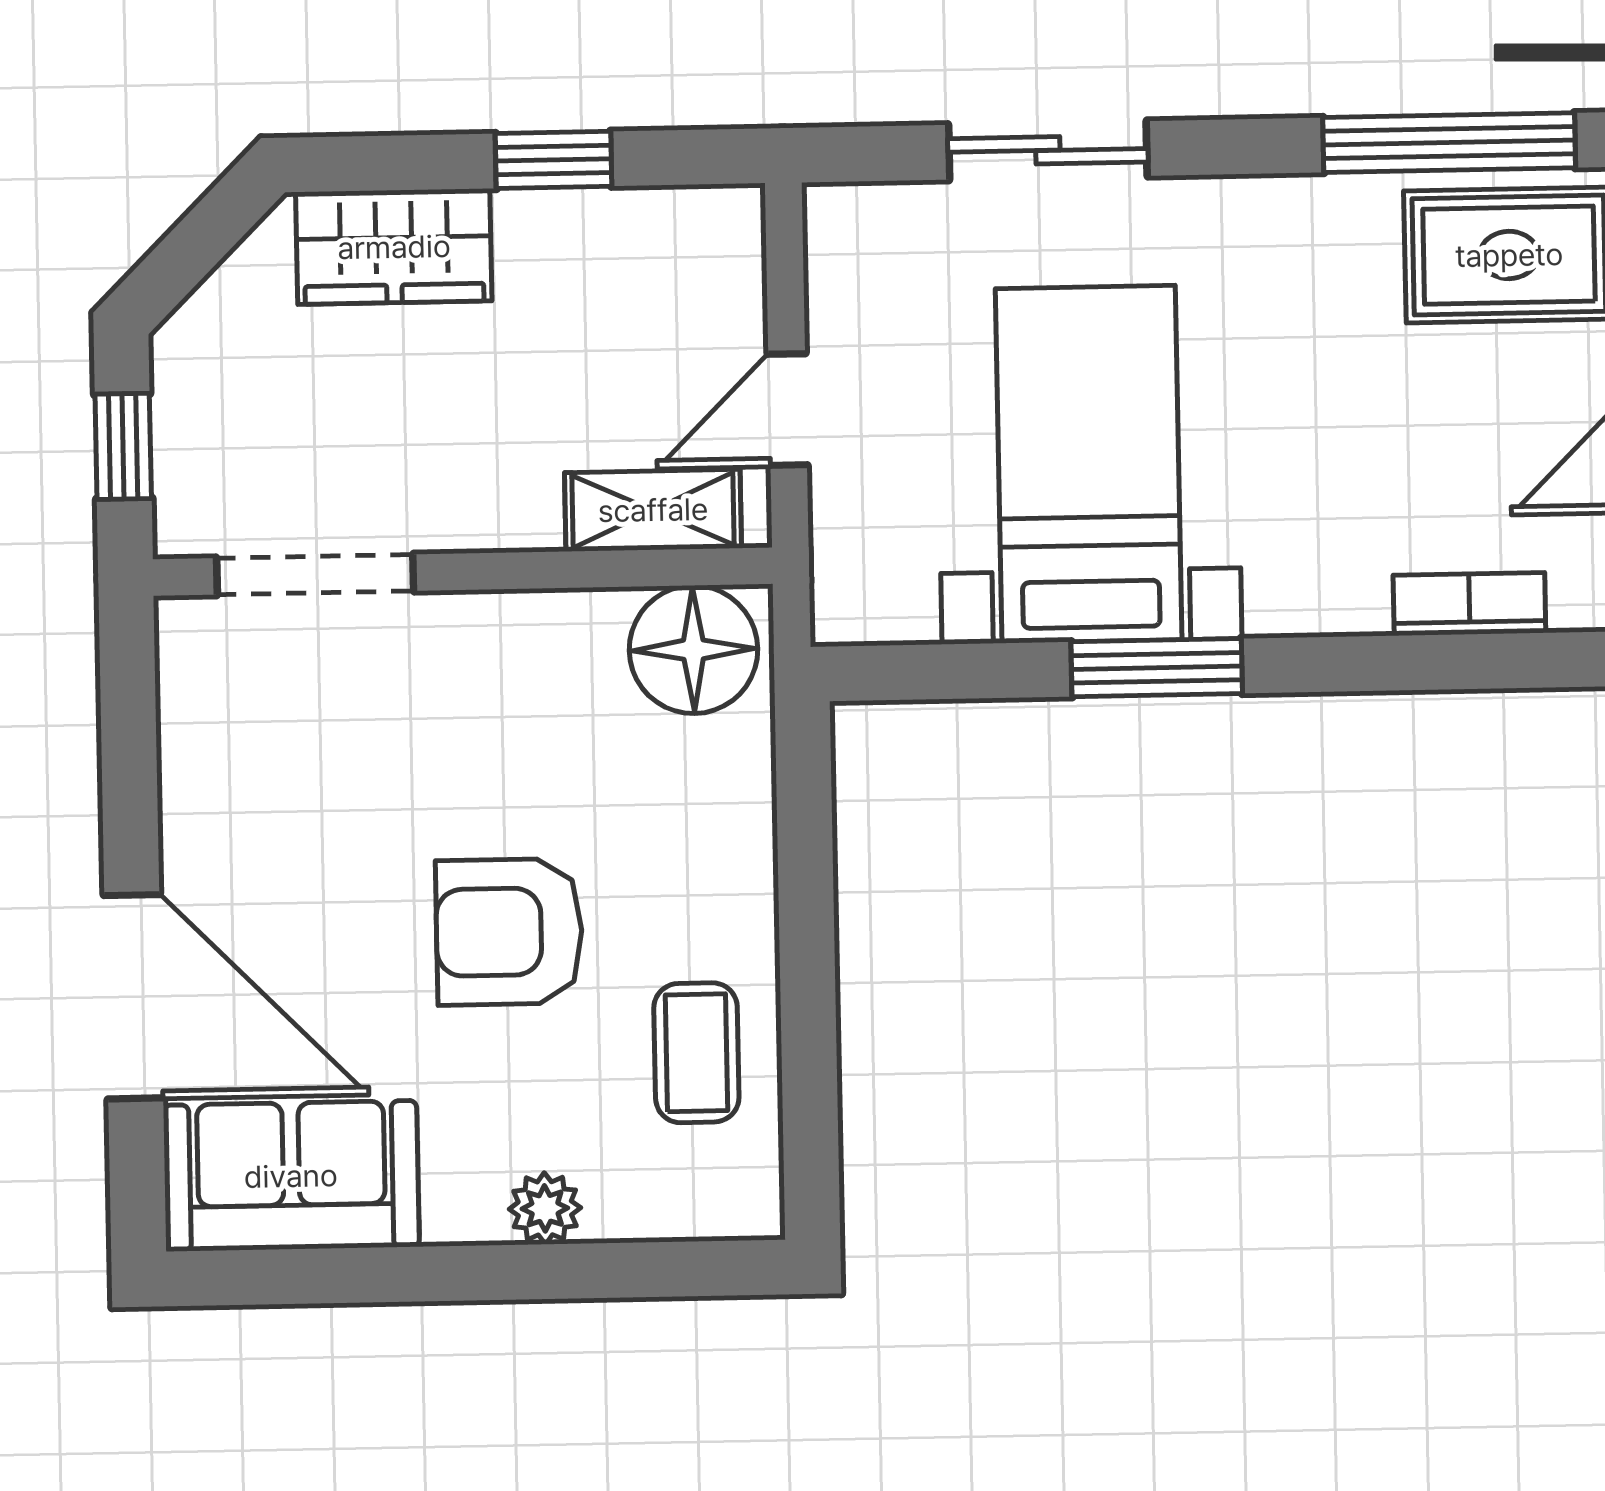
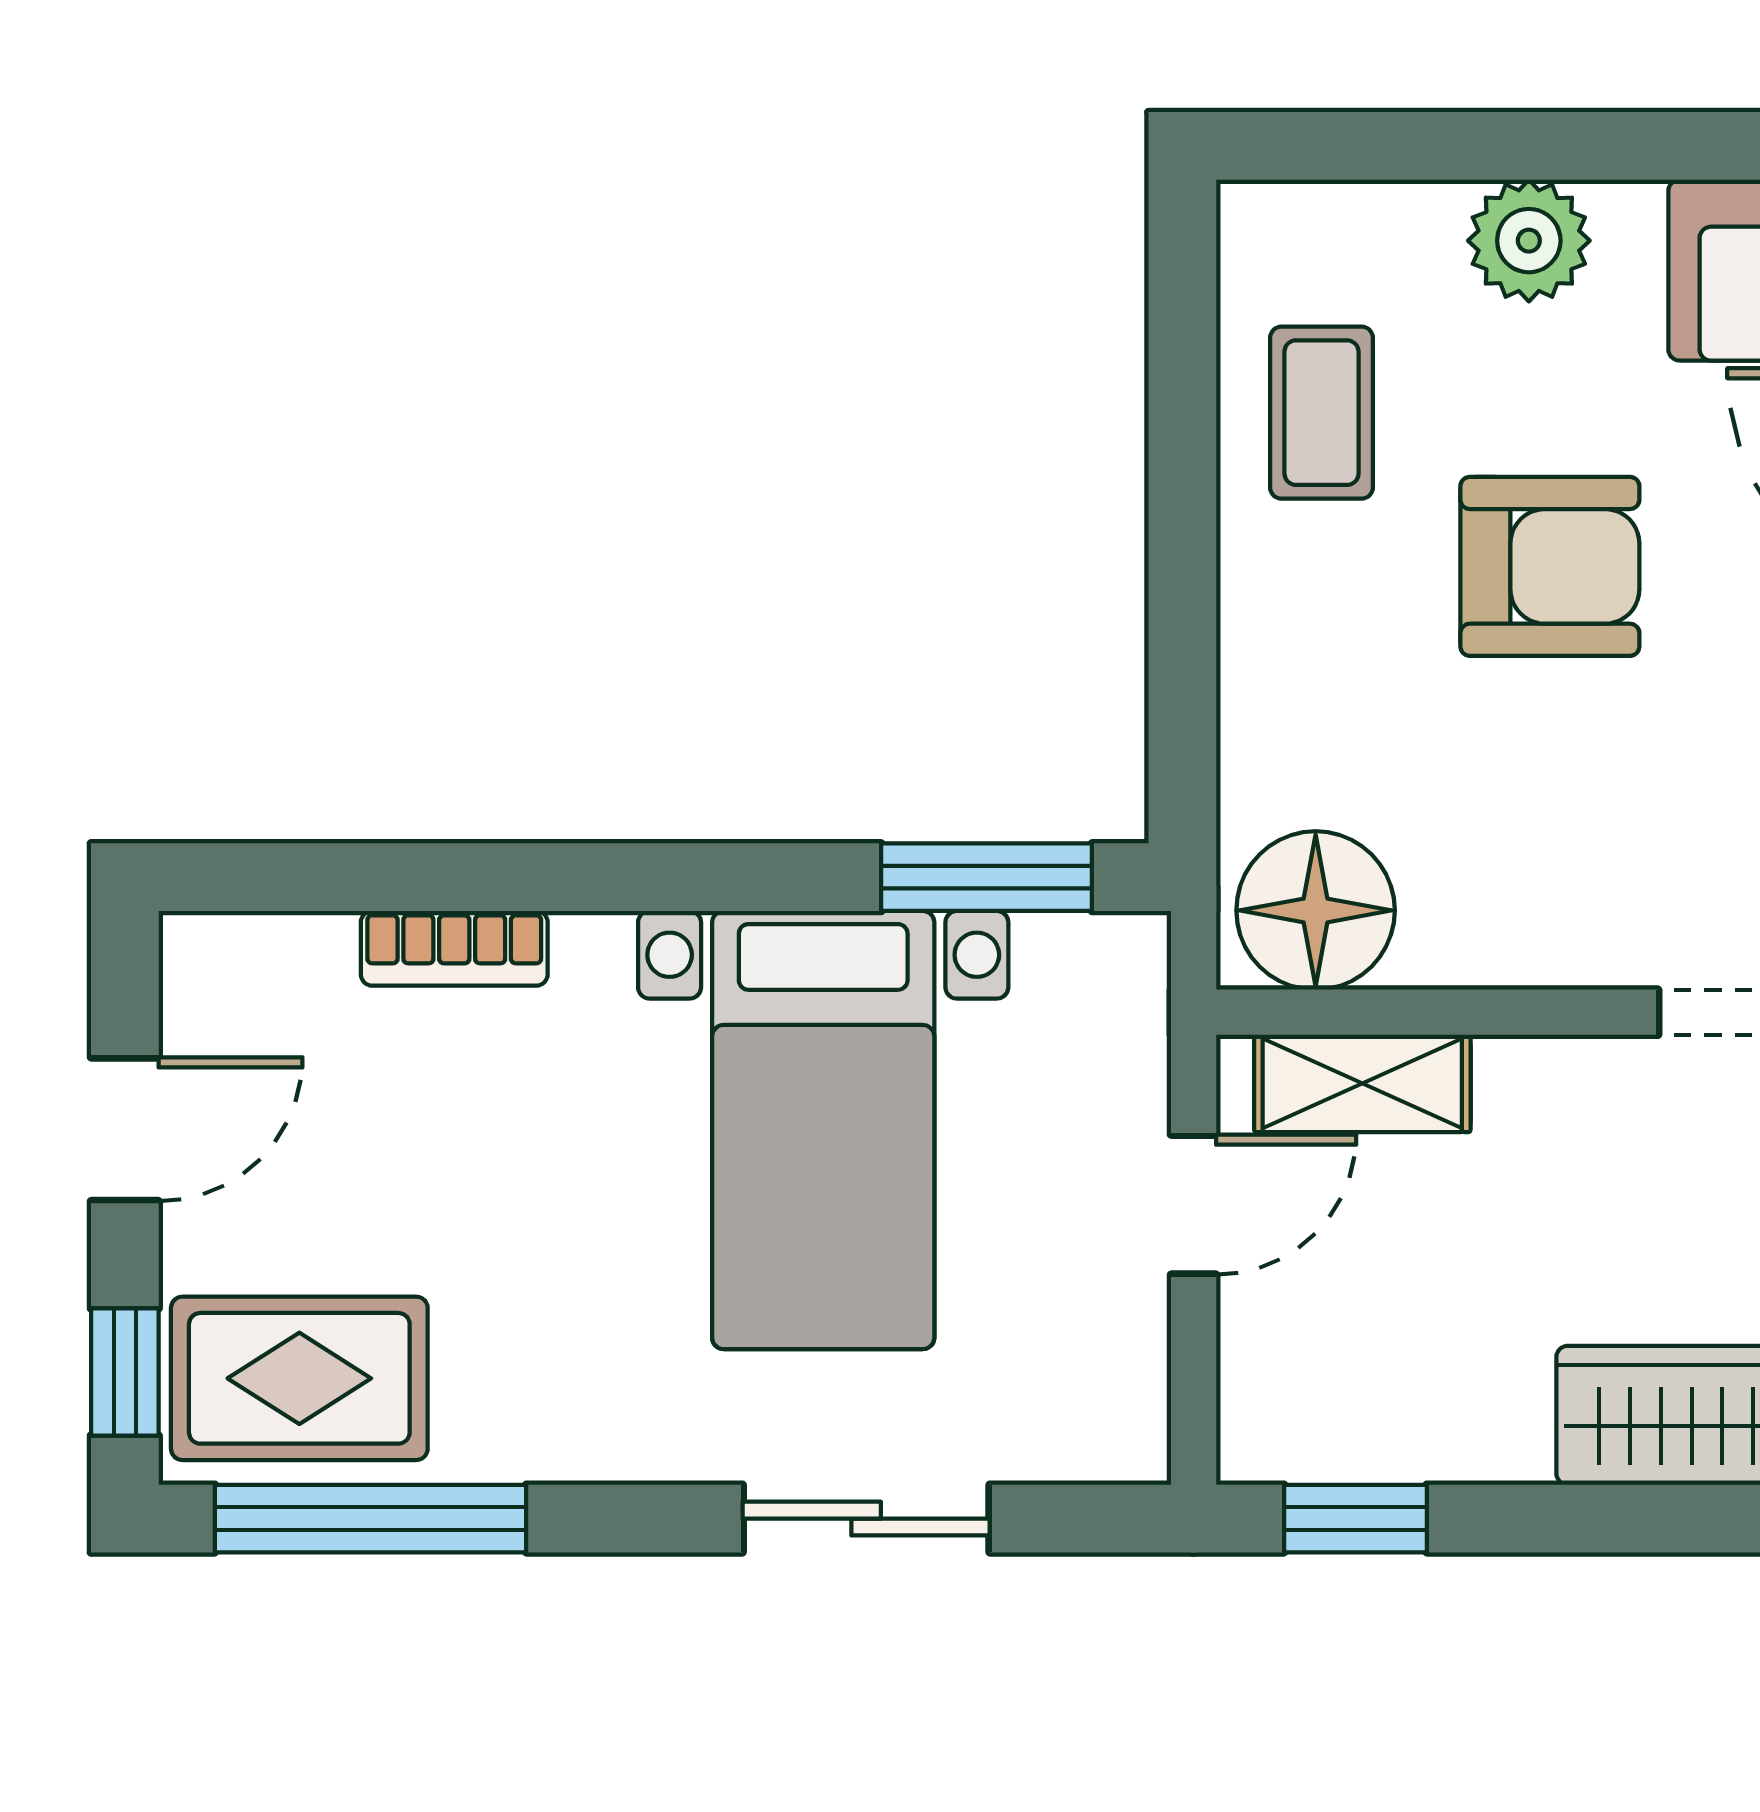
window: (554, 160) -> (1355, 1519), moved
bookcase: (1469, 604) -> (454, 948), moved
window: (1157, 668) -> (987, 877), moved
plant: (545, 1208) -> (1529, 241), width x1.38, depth x1.38

